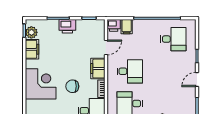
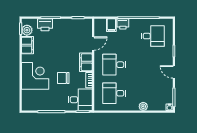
printer: (114, 25) -> (123, 24), moved
printer: (67, 26) -> (45, 25), moved
desk: (130, 71) -> (114, 65), turned 180
door: (197, 79) -> (174, 72), hinge flipped

